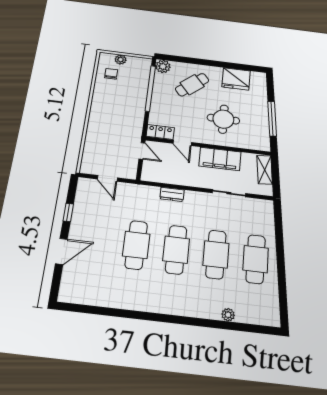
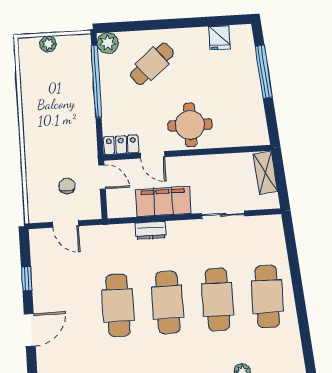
chair: (111, 74) -> (67, 186), moved
fridge: (236, 79) -> (219, 38), width x0.53, depth x0.75
round table: (223, 119) -> (190, 125), moved
window: (272, 119) -> (264, 72), moved
filing cabinet: (220, 159) -> (163, 201), moved, turned 180

